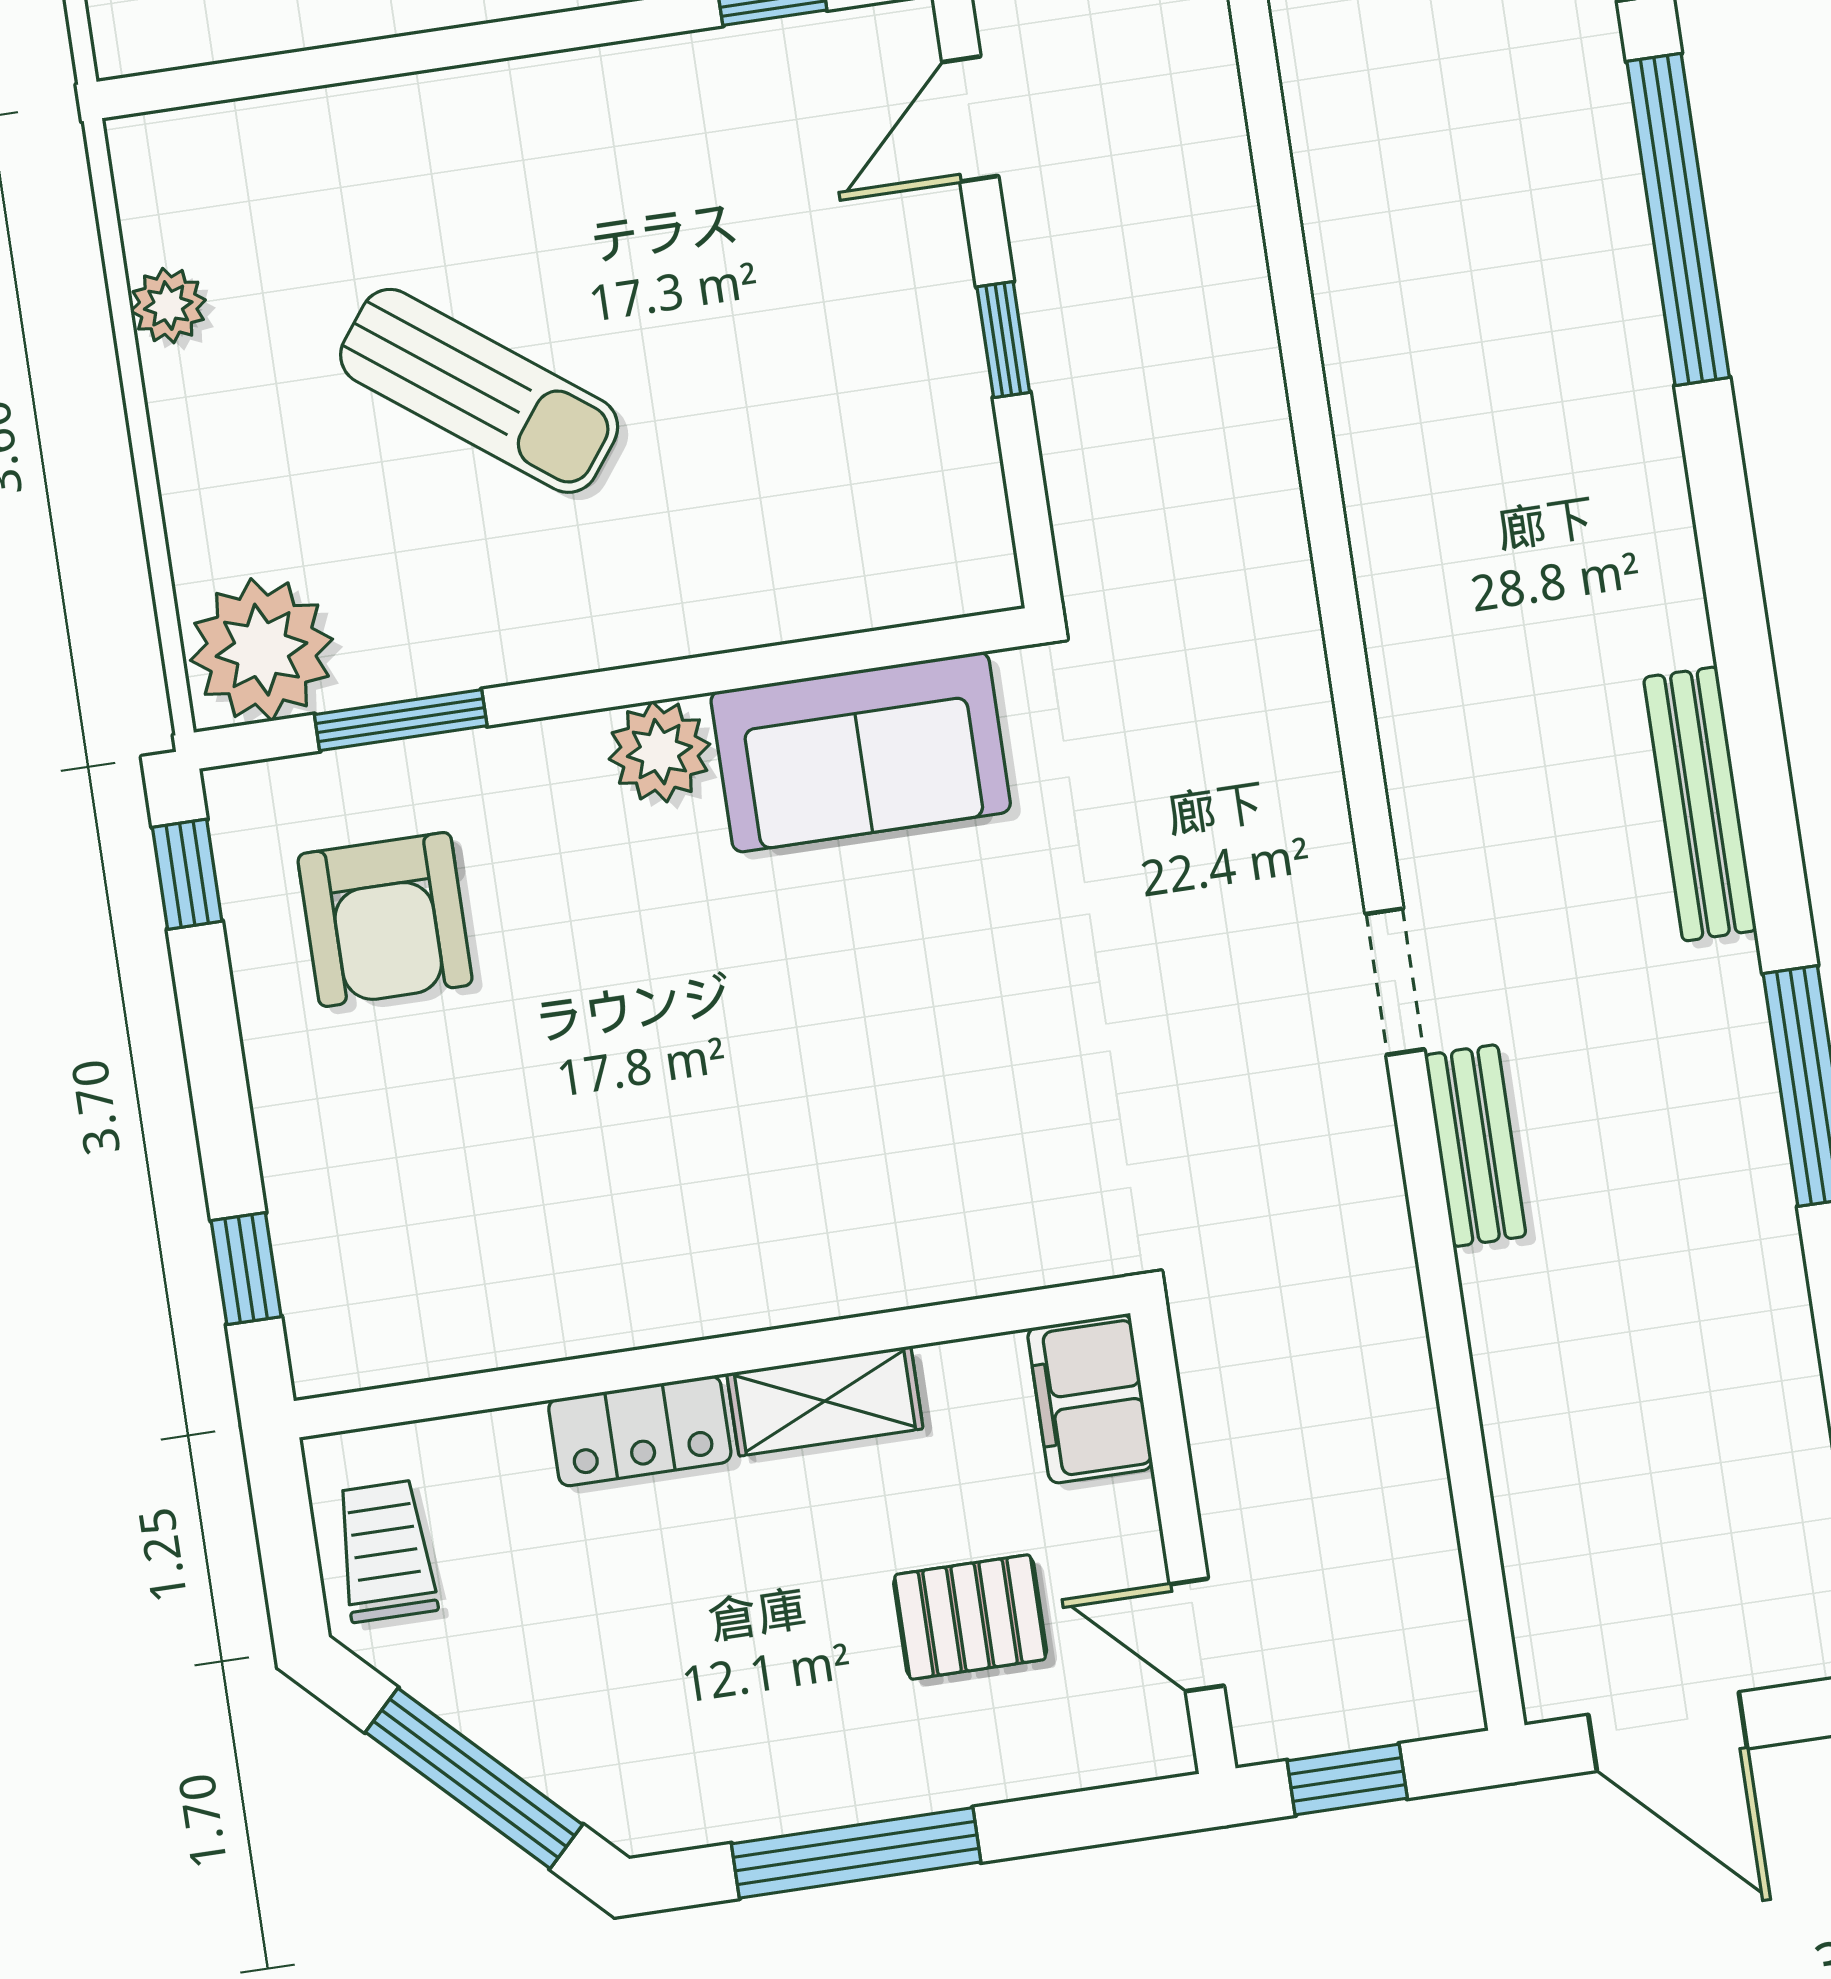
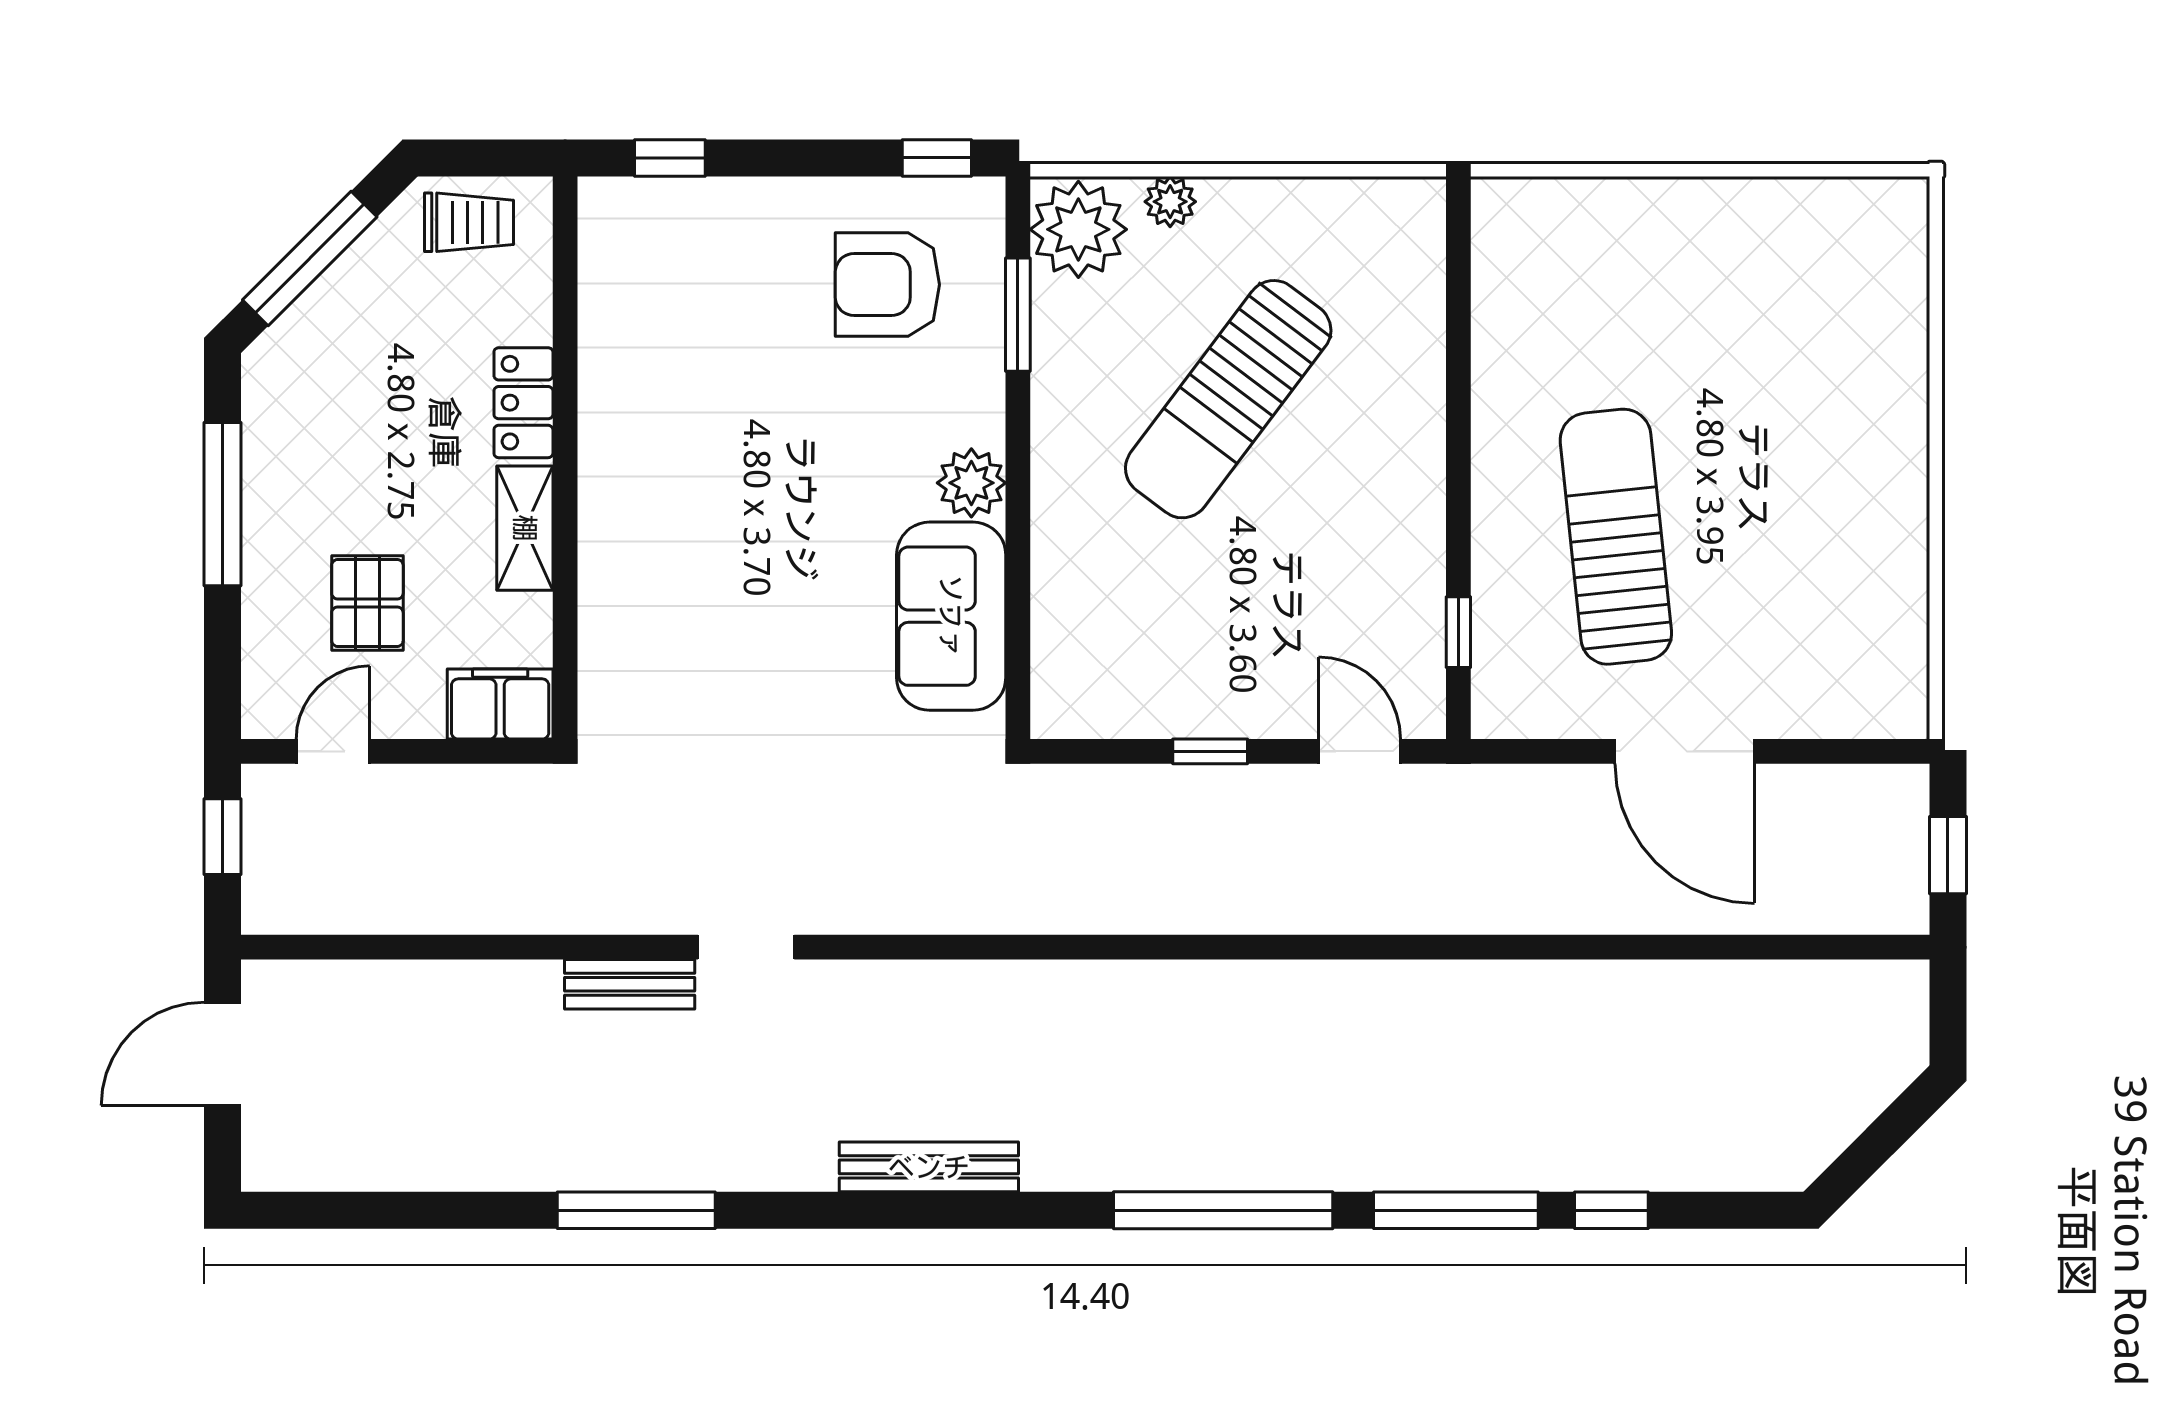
plant: (168, 306) -> (1170, 202), moved
sun lounger: (479, 391) -> (1228, 399), width x1.36, depth x1.34
bench: (1700, 804) -> (929, 1167), moved

